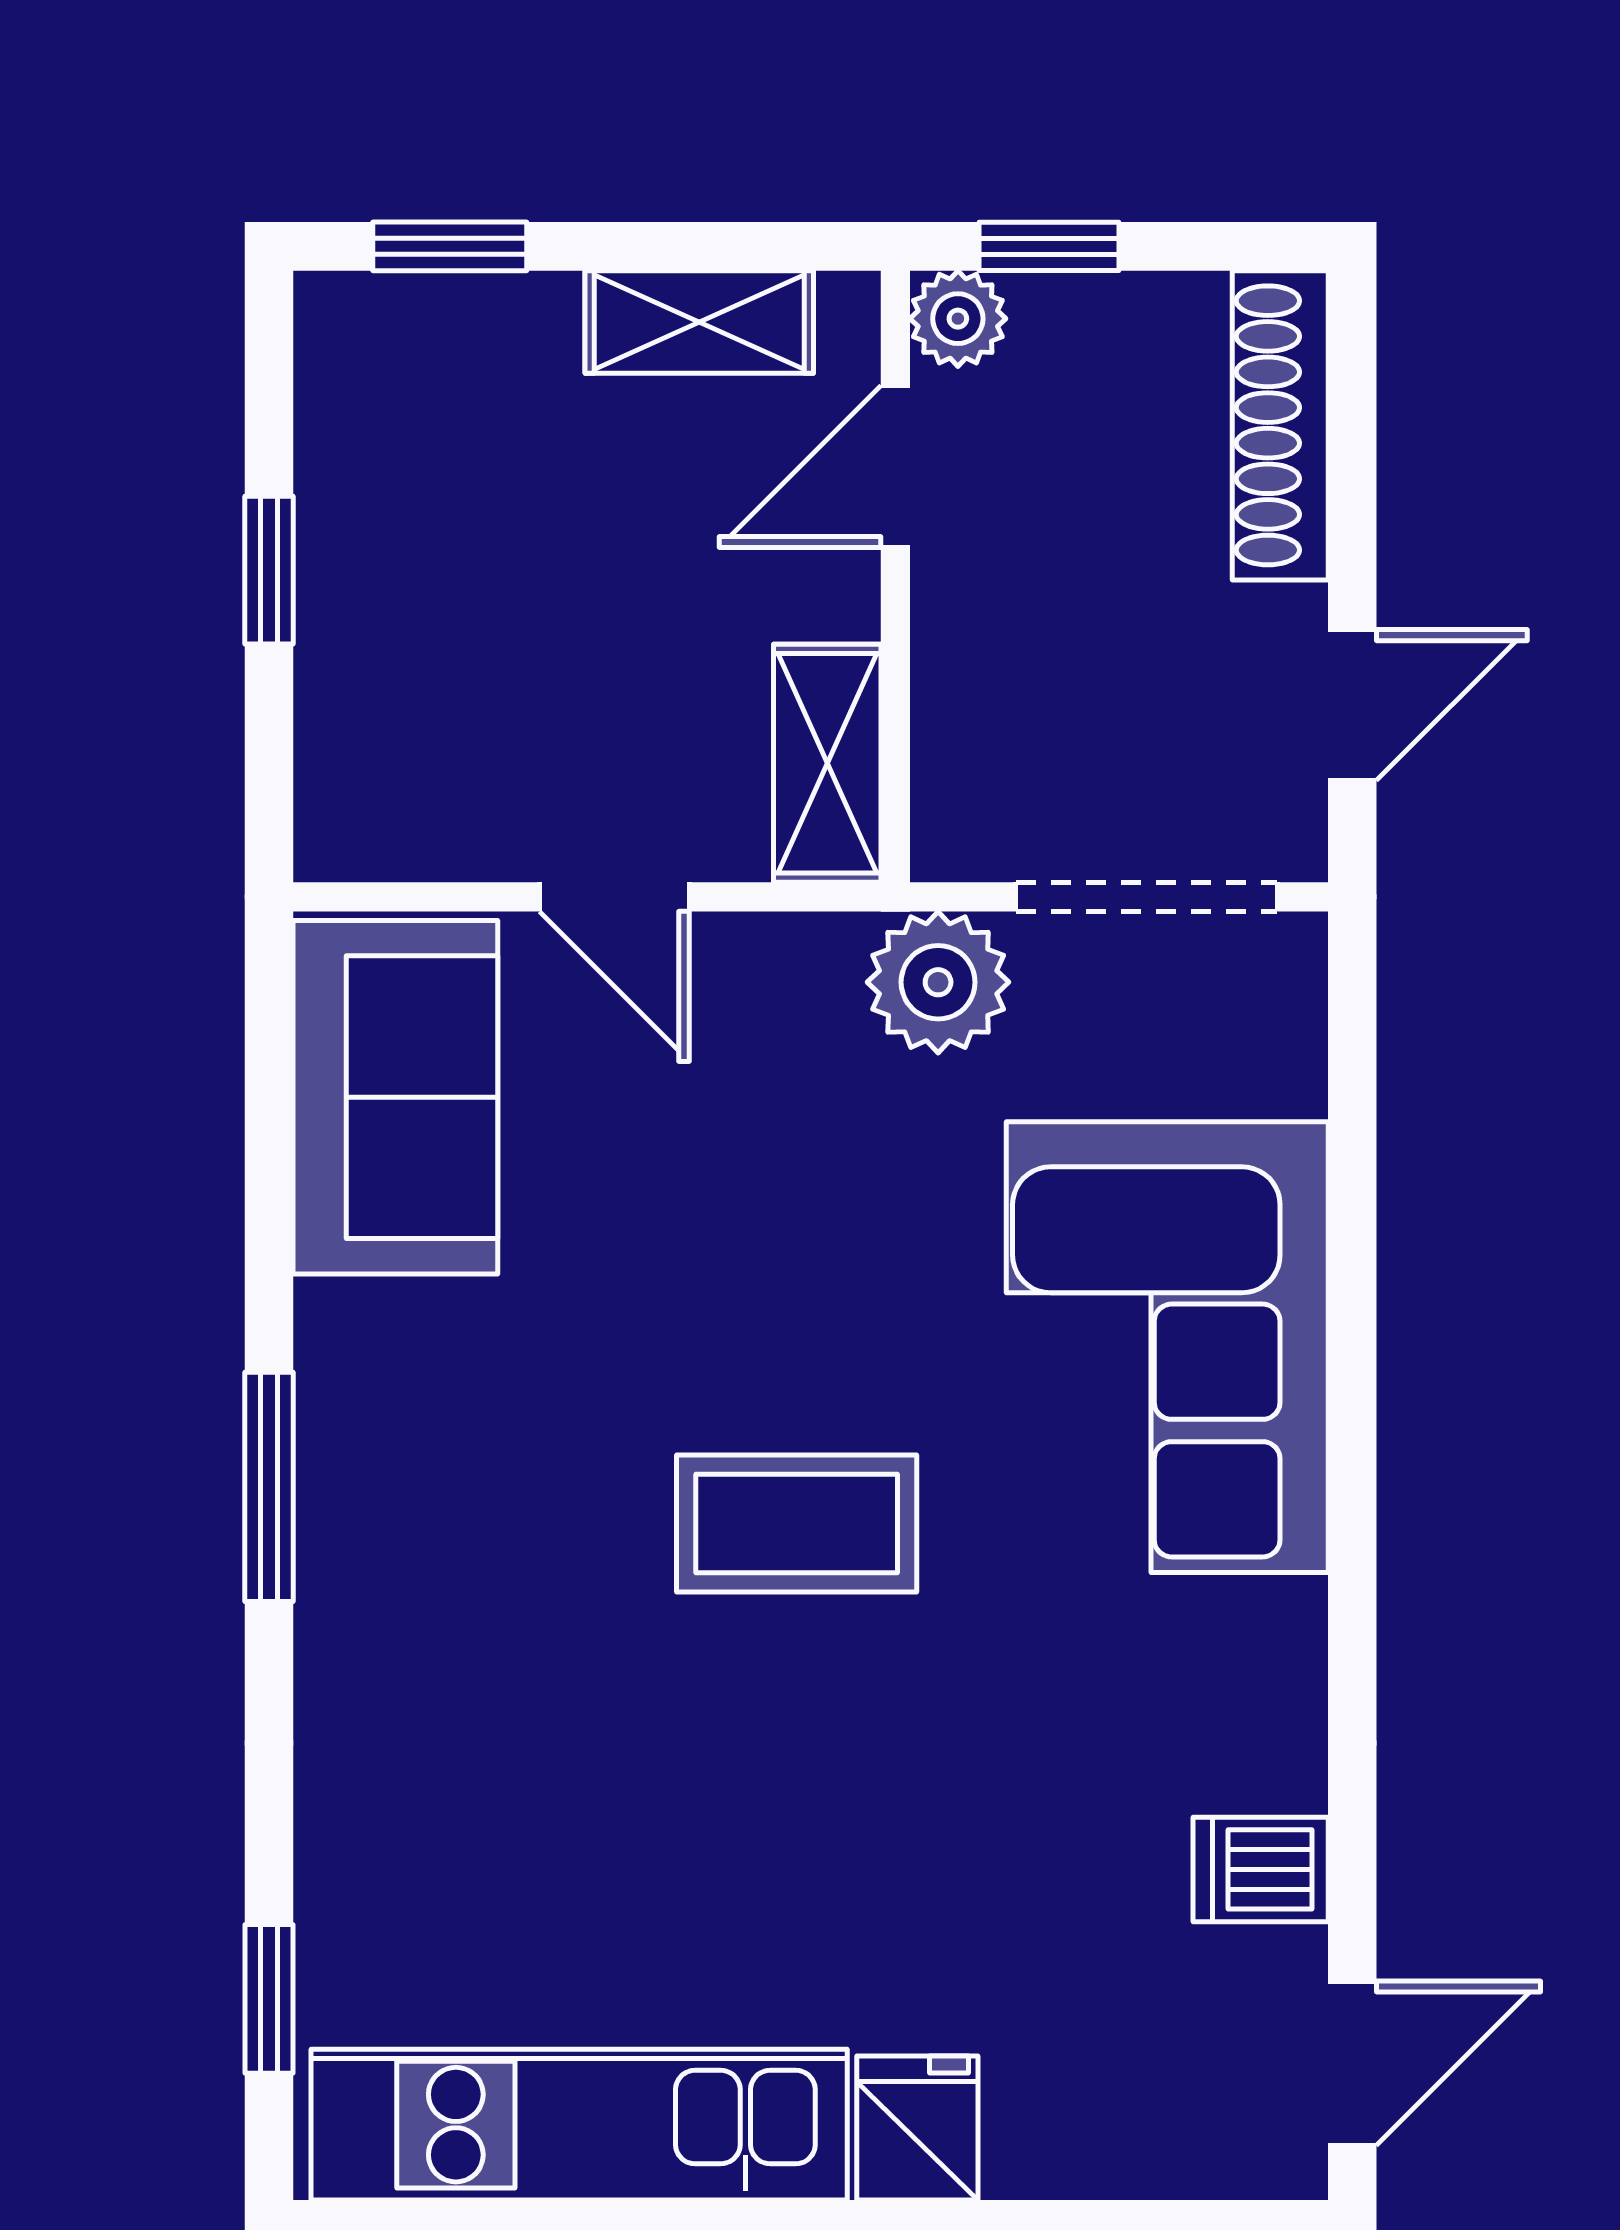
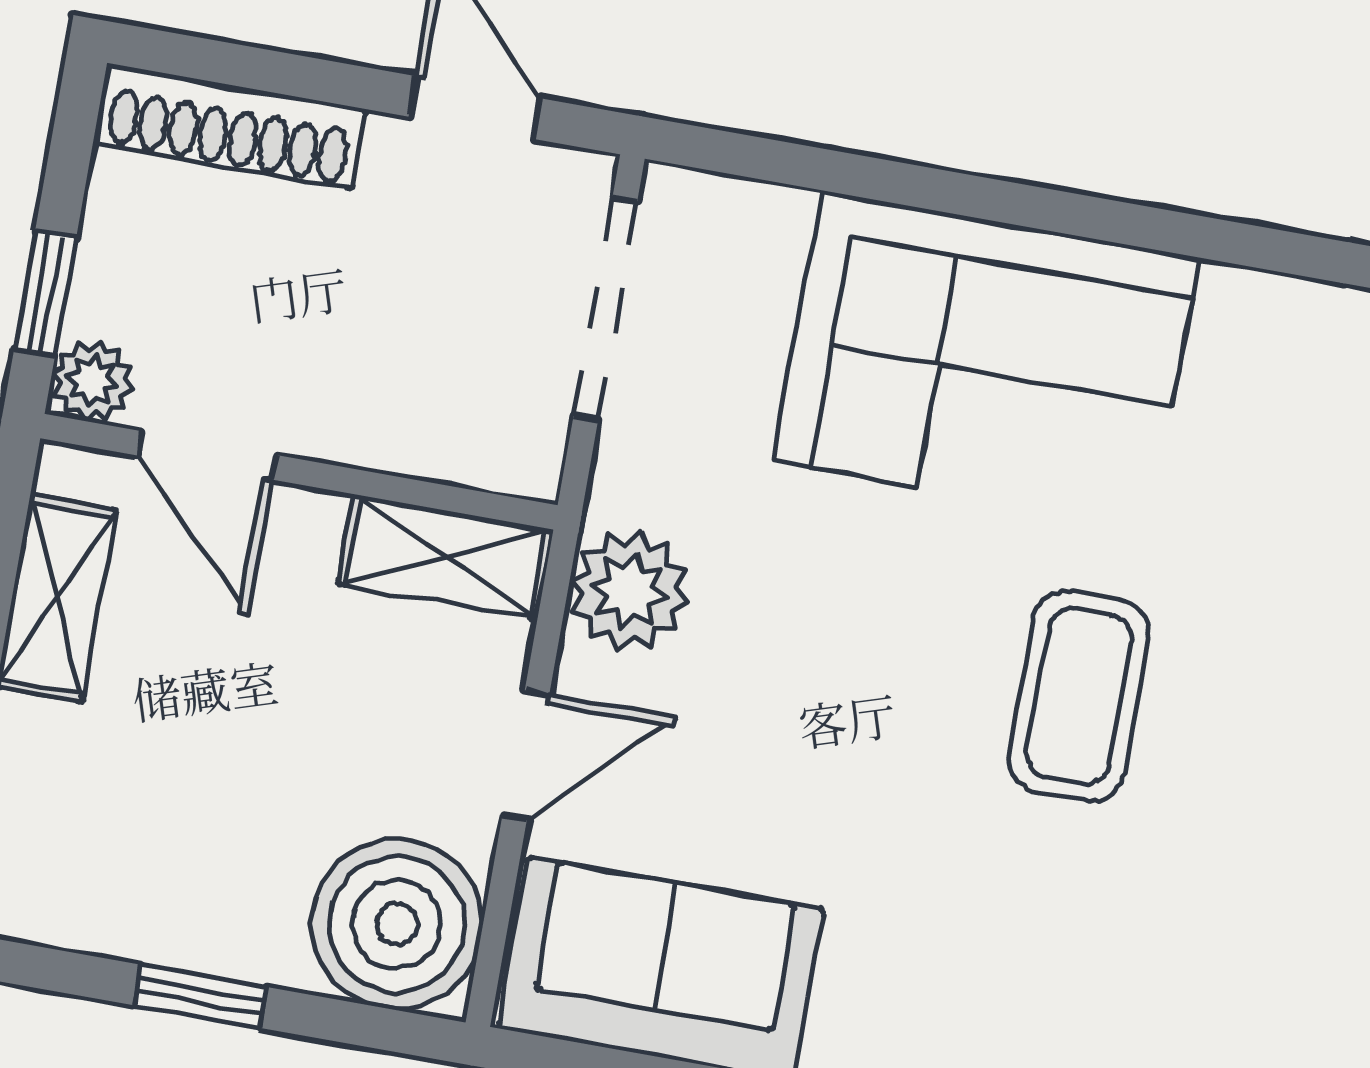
boiler: (393, 783) -> (397, 924), added
plant: (938, 982) -> (629, 591), moved

